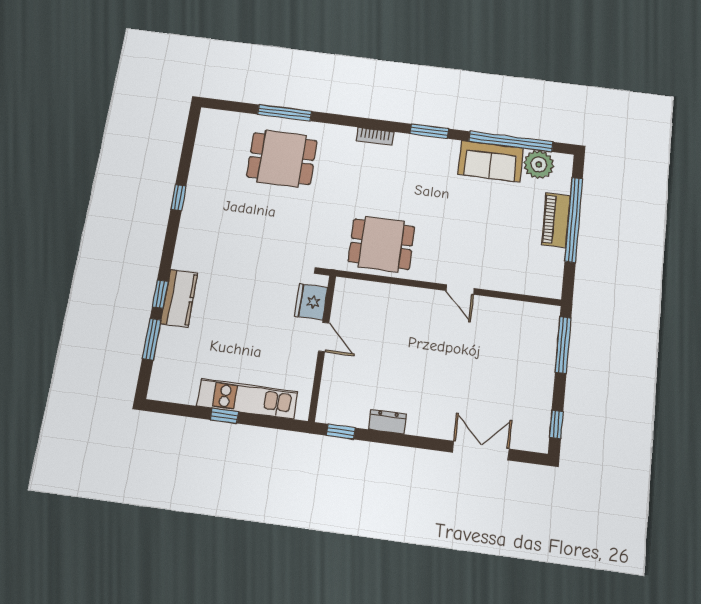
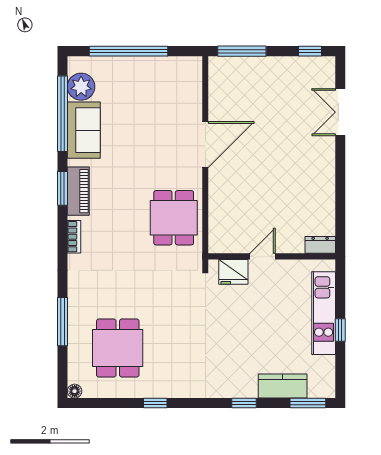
floor lamp: (207, 115) -> (75, 391), added
dining table: (282, 159) -> (118, 348), moved
piano: (556, 220) -> (78, 191), moved, turned -90
door: (460, 290) -> (205, 145), width x1.88
kitchen counter: (179, 298) -> (283, 386), moved
window: (152, 339) -> (308, 403), moved
dresser: (388, 422) -> (320, 245), moved, turned 90
window: (341, 432) -> (340, 231), removed

